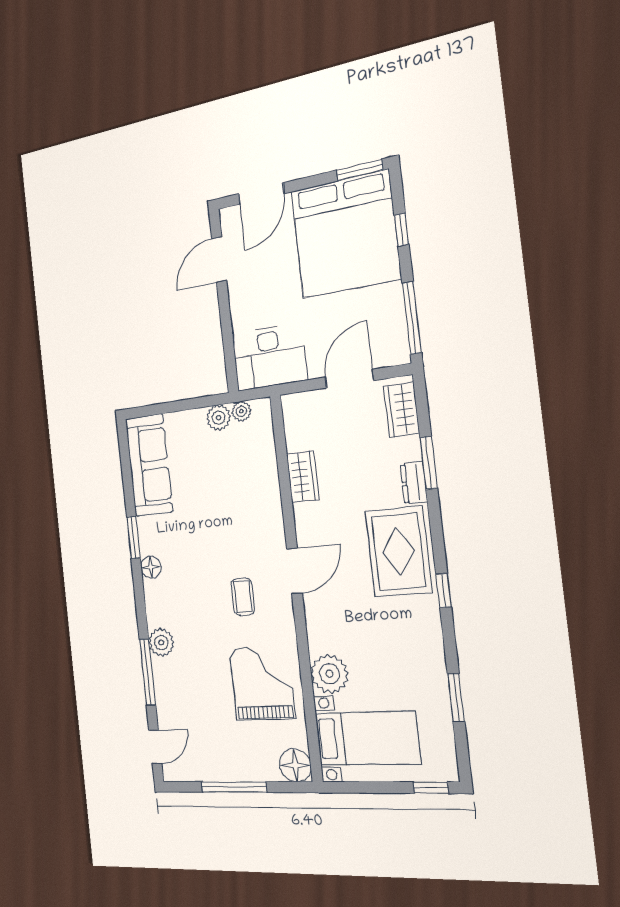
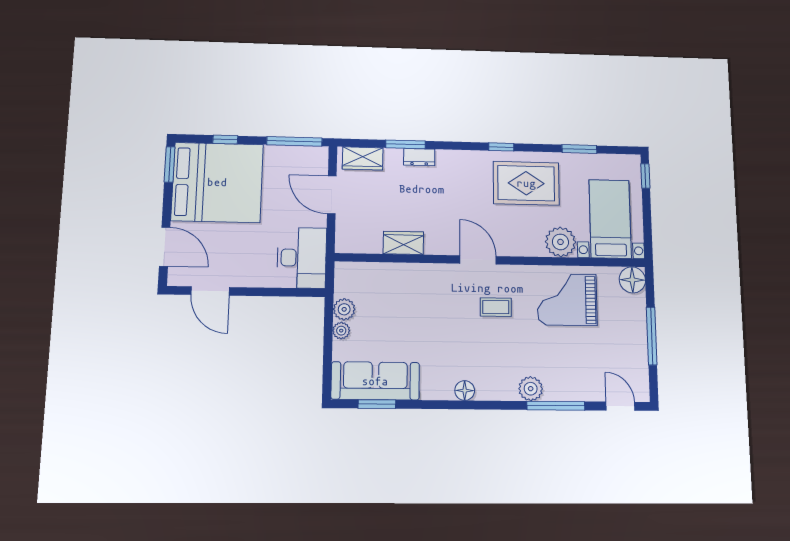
plant: (241, 411) -> (341, 331), moved
window: (133, 538) -> (377, 404), moved
rug: (398, 551) -> (526, 183), moved

